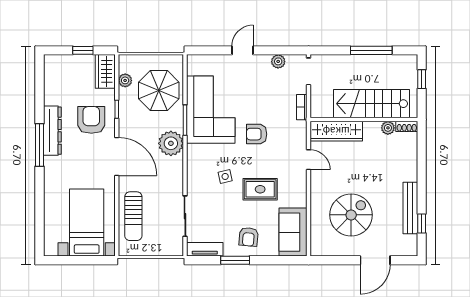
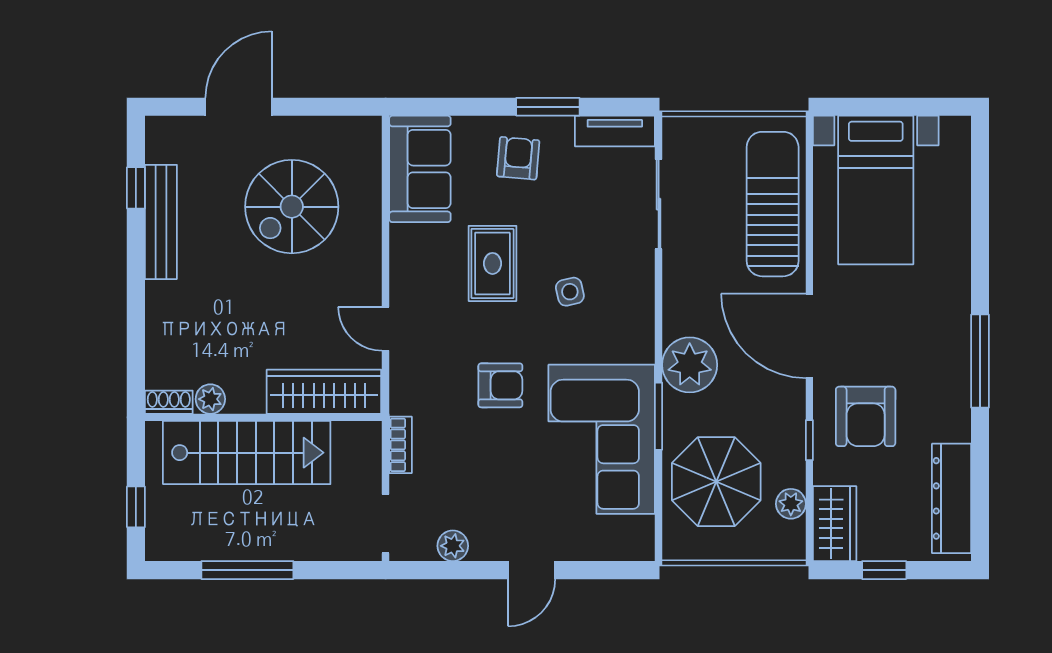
dresser: (52, 131) -> (951, 498), moved
rug: (260, 189) -> (492, 263), turned 90
sun lounger: (133, 216) -> (773, 204), width x1.36, depth x1.34

